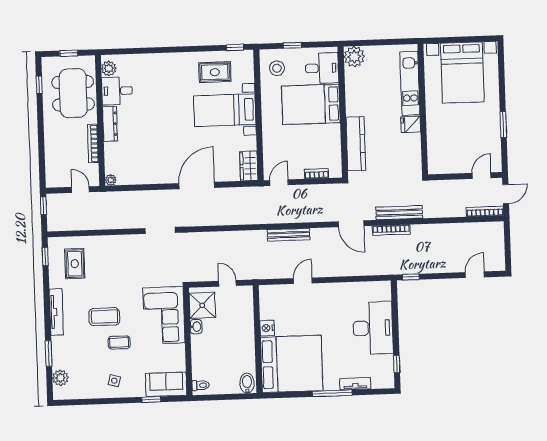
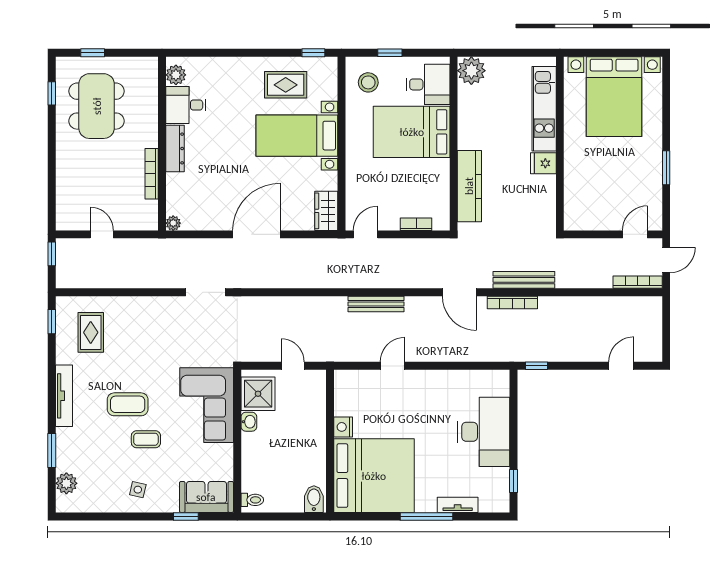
plant: (109, 68) -> (176, 75), moved
desk: (117, 91) -> (186, 105), moved
wall: (100, 120) -> (162, 144), moved
dresser: (110, 124) -> (175, 148), moved
bookcase: (93, 143) -> (152, 174), moved
plant: (111, 180) -> (173, 223), moved

